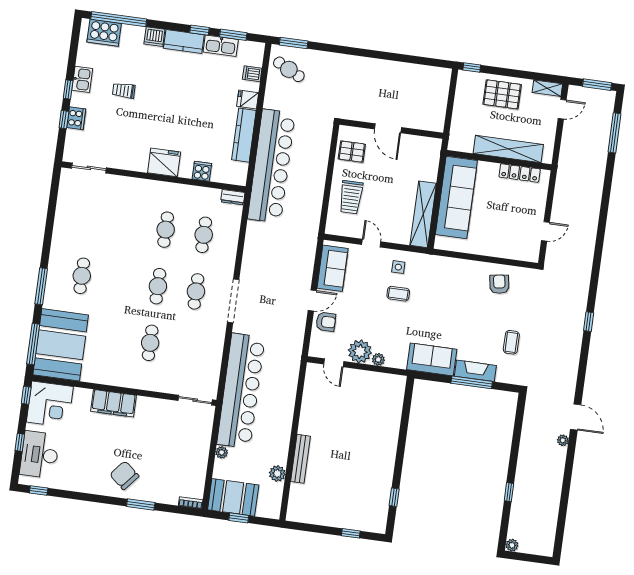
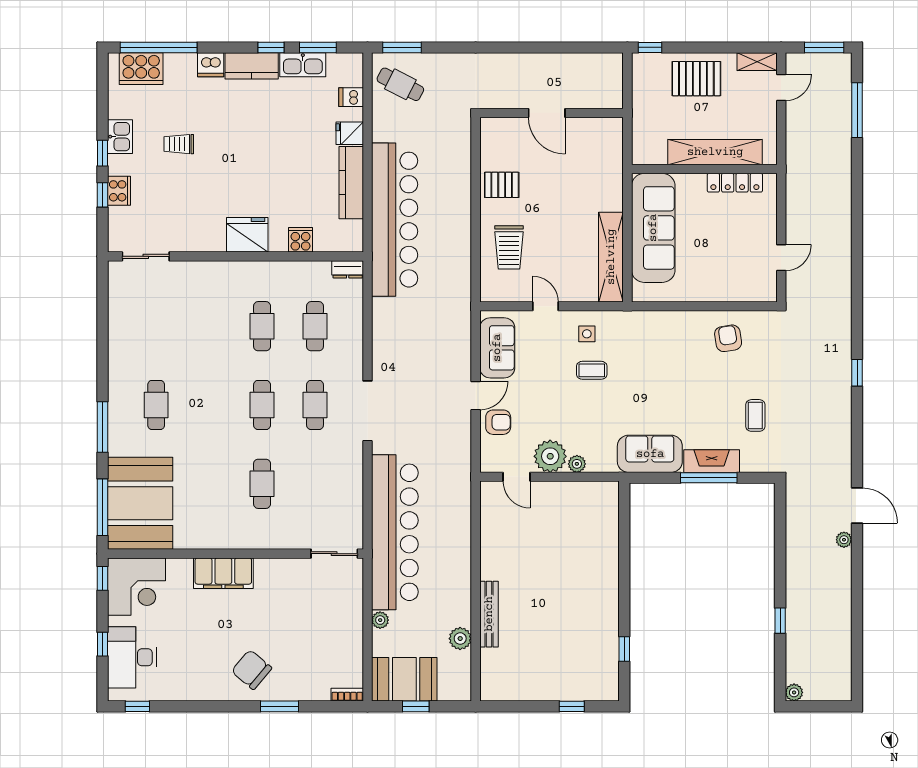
door: (388, 128) -> (547, 113), moved
wall: (391, 129) -> (551, 113), moved

